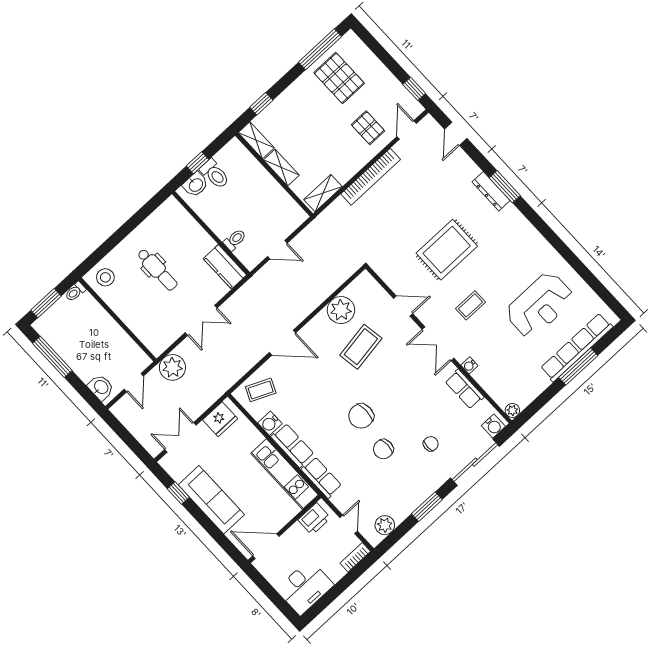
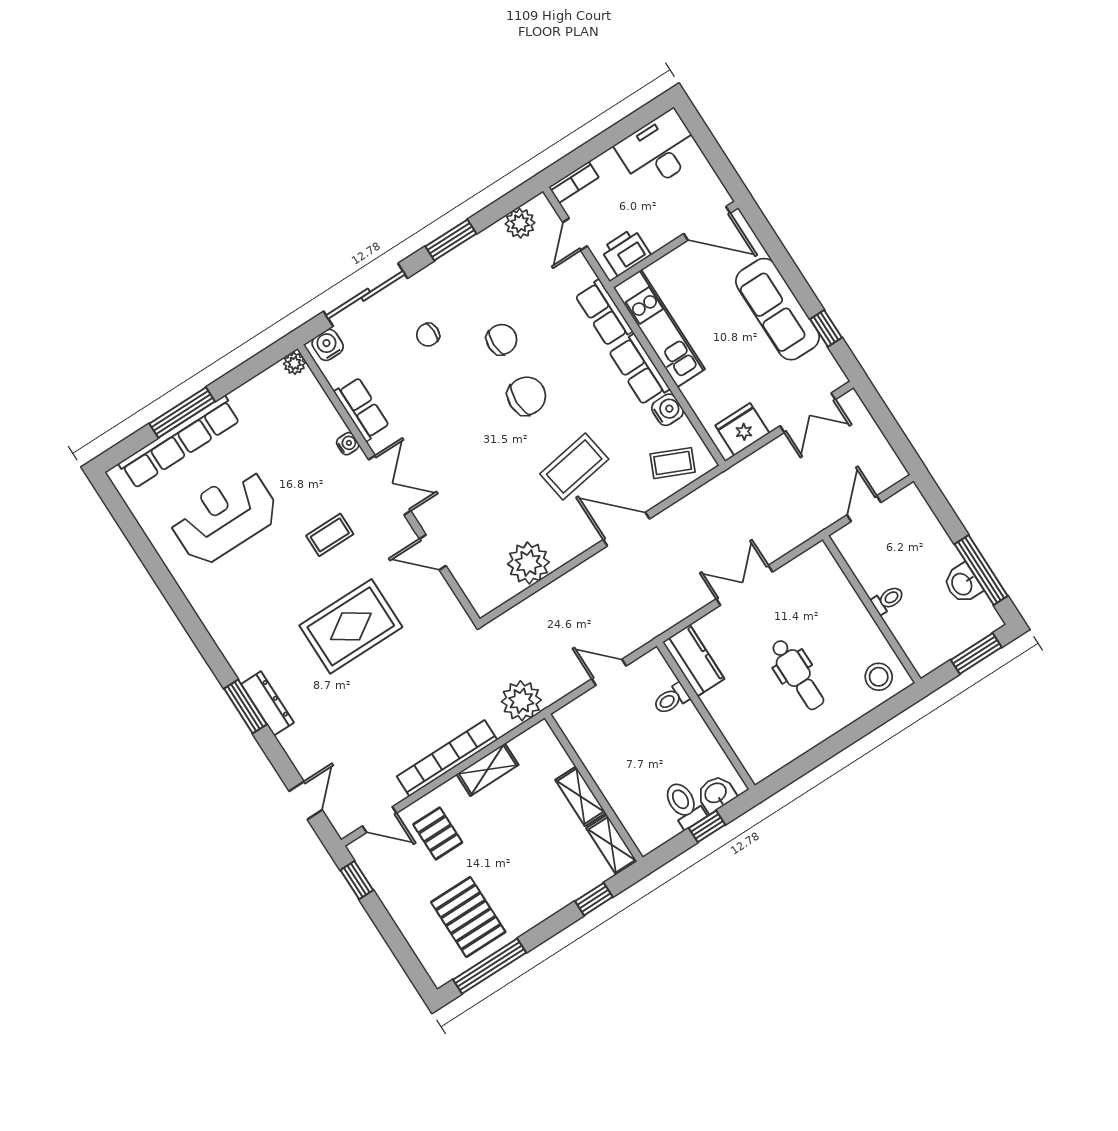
door: (407, 130) -> (379, 820), hinge flipped
shelving: (323, 193) -> (488, 770), moved
dental chair: (157, 270) -> (797, 674), turned 180
toilet: (75, 292) -> (888, 600), moved
coffee table: (361, 347) -> (574, 467), moved
plant: (172, 367) -> (521, 701), moved
washbasin: (101, 387) -> (963, 584), moved

